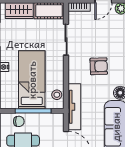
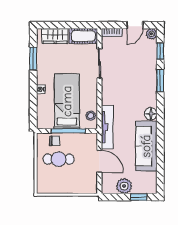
armchair: (99, 66) -> (130, 89), removed

